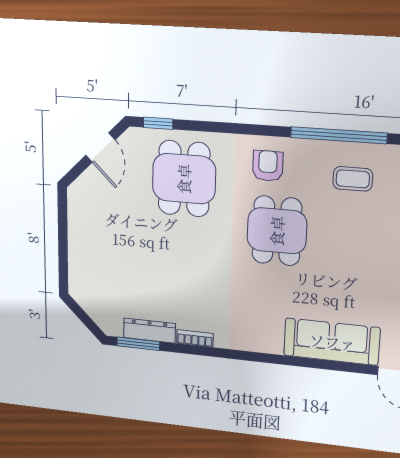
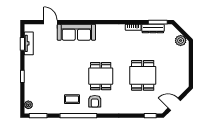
door: (100, 148) -> (174, 104), hinge flipped
armchair: (268, 166) -> (95, 101), moved
dining table: (184, 179) -> (143, 75), moved
plant: (87, 297) -> (181, 40), added

